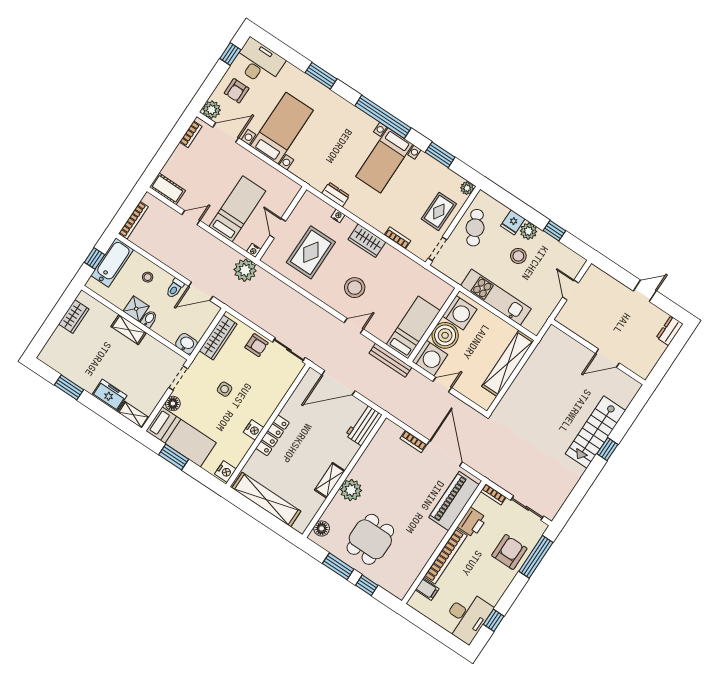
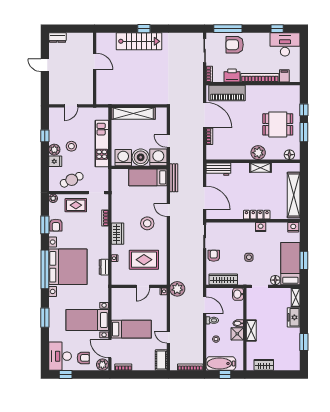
bed with nightstands: (384, 160) -> (68, 267), width x1.85
armchair: (430, 169) -> (56, 225), added
bed: (237, 209) -> (131, 329), moved, turned 180
door: (445, 453) -> (205, 115), swing flipped

